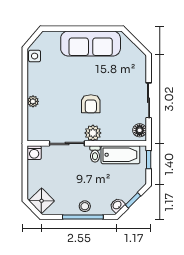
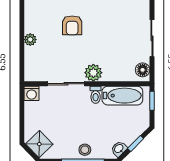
armchair: (91, 104) -> (72, 25), moved

